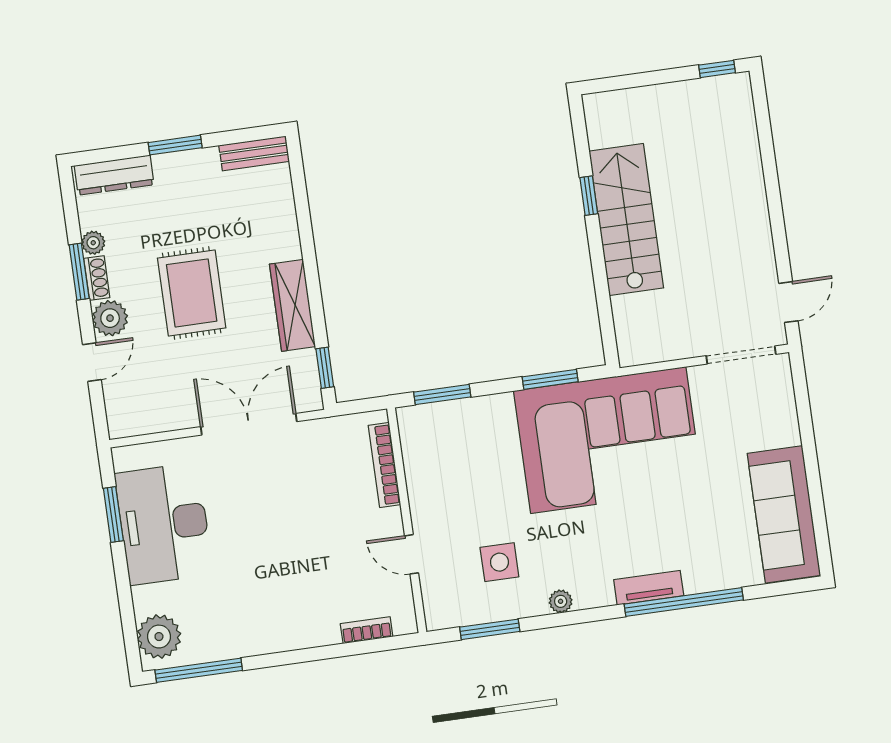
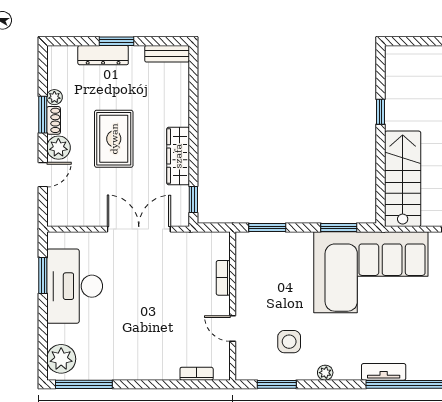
dresser: (114, 175) -> (103, 55), moved
stairs: (626, 220) -> (403, 179), moved
bookcase: (384, 465) -> (223, 278), width x0.64

